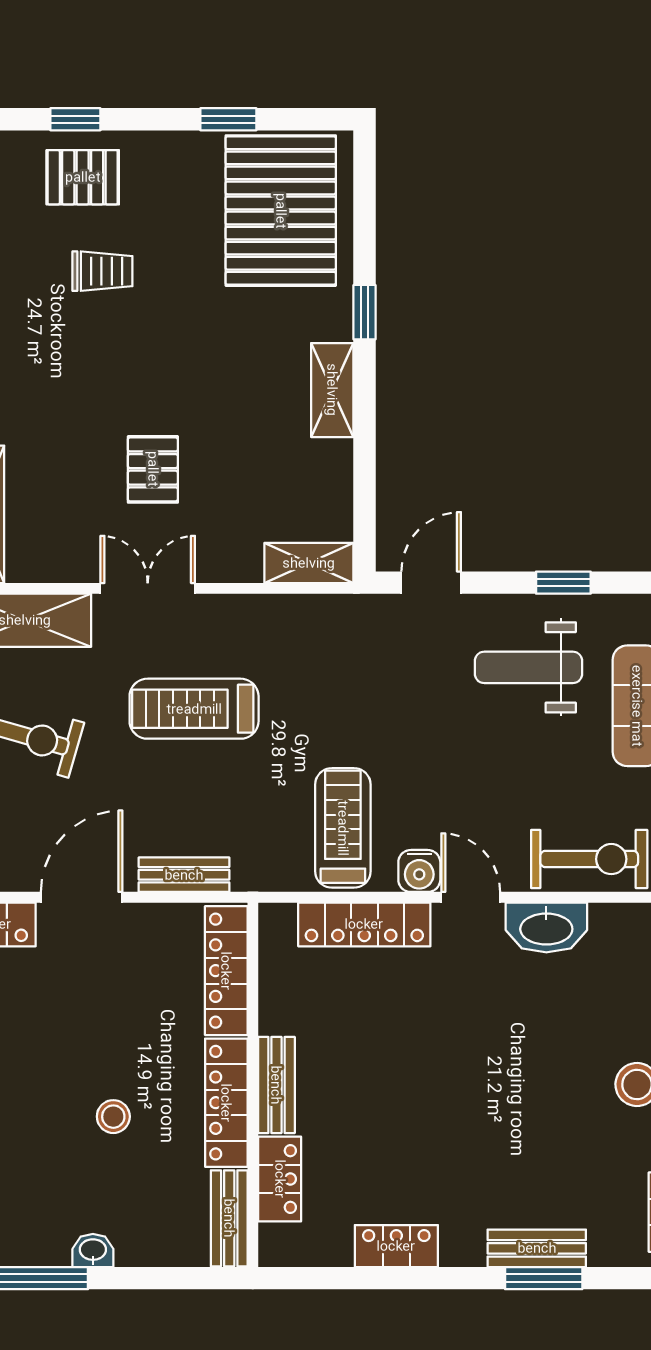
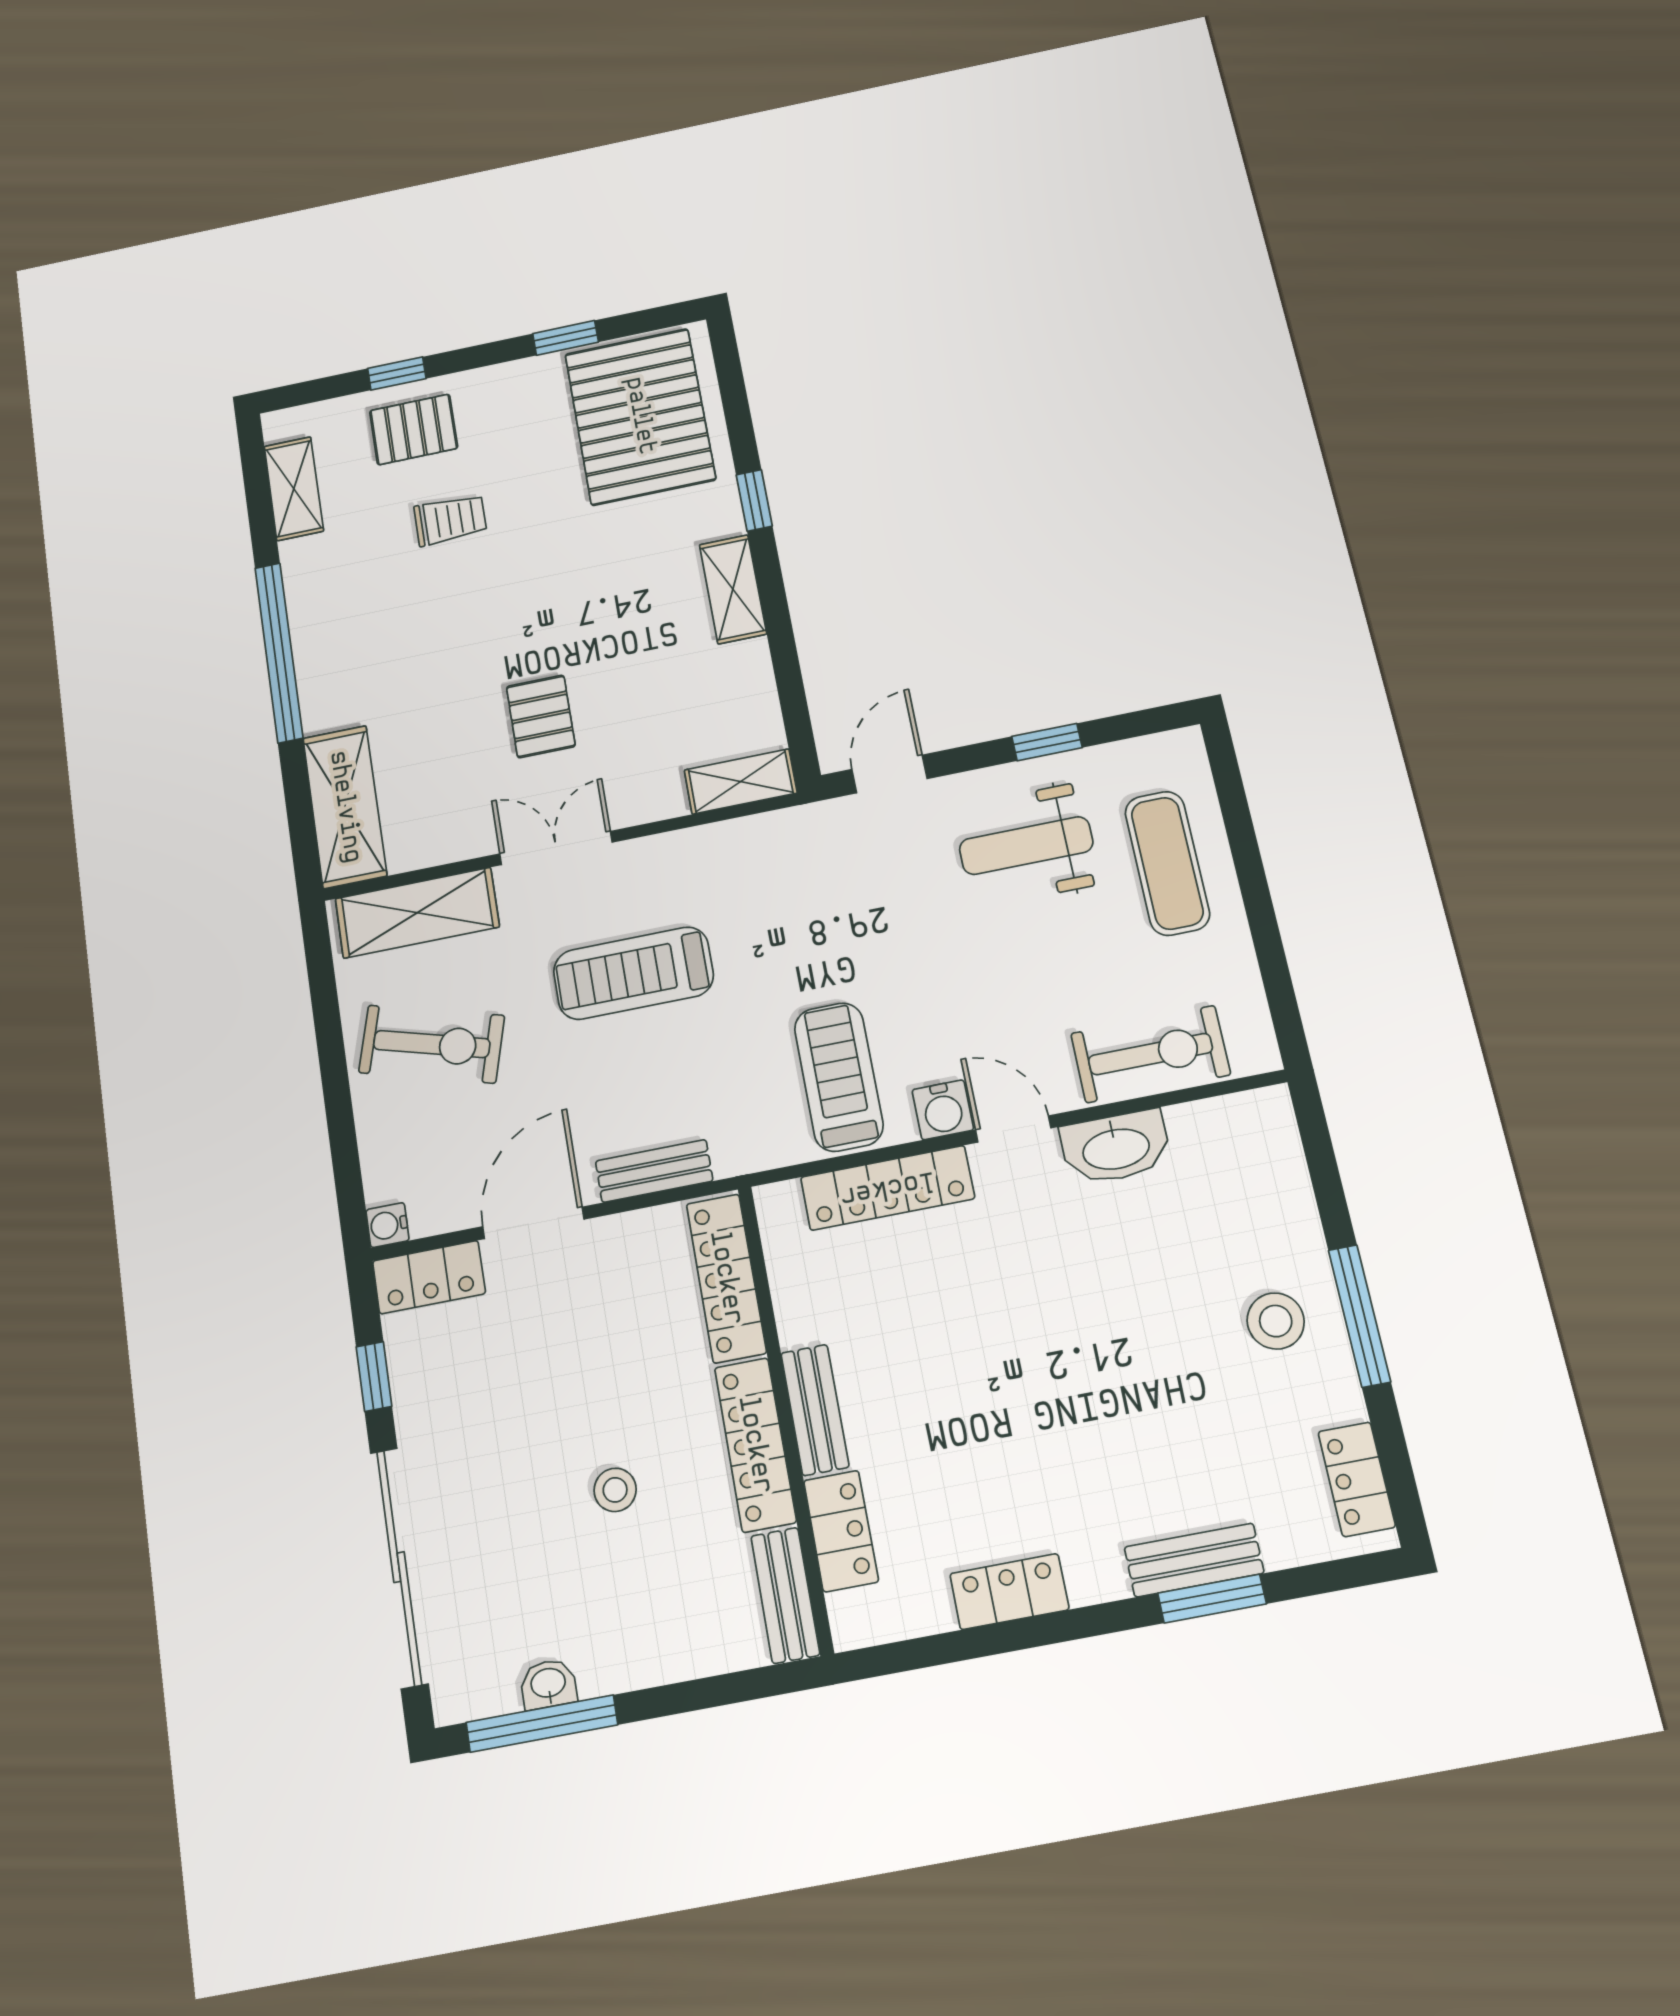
washbasin: (93, 1251) -> (548, 1684), moved

